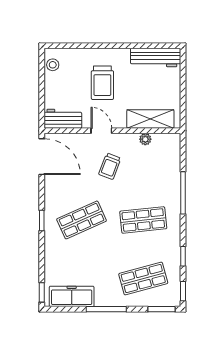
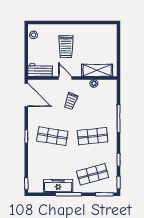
workbench: (156, 57) -> (101, 30), removed
shop shelf: (82, 220) -> (52, 136), turned 33
freezer: (72, 296) -> (58, 186), moved

